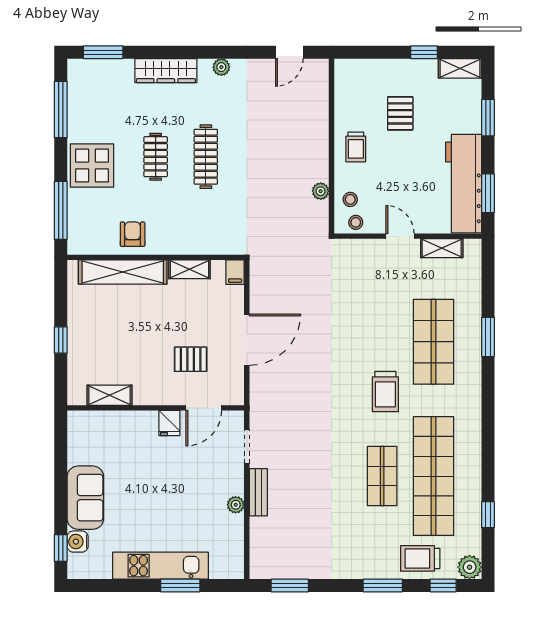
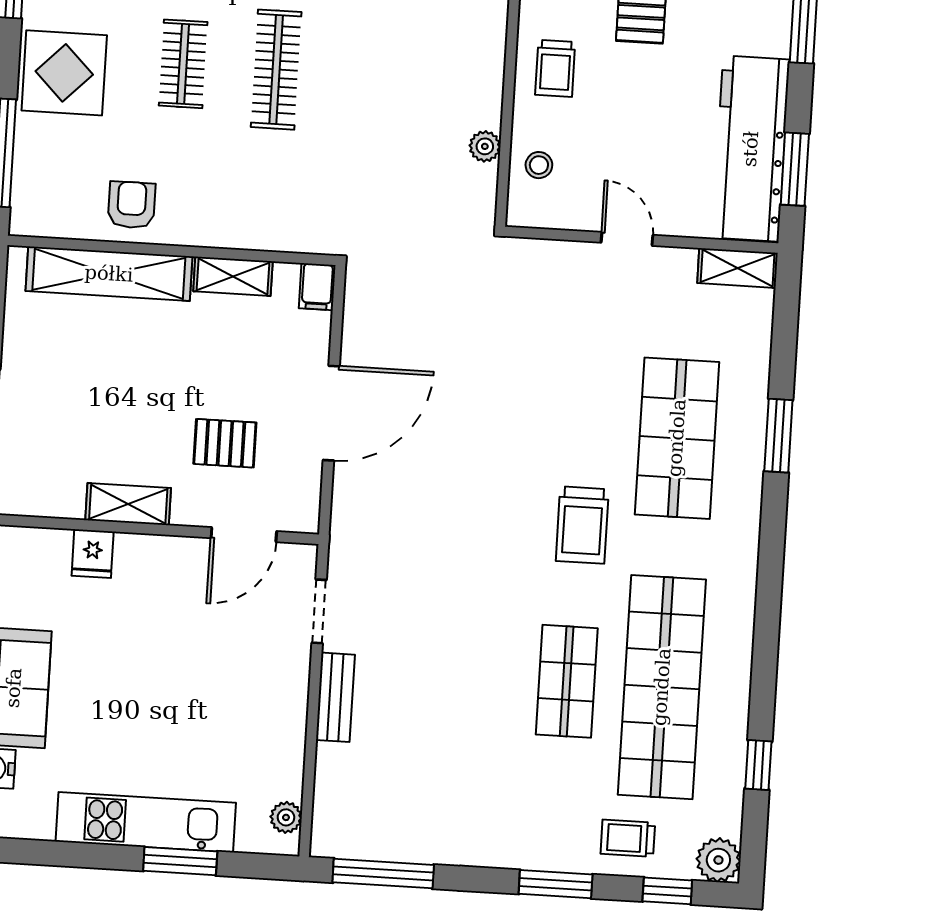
stool: (356, 222) -> (546, 208), removed
shelving: (442, 248) -> (738, 268), moved
shelving: (110, 395) -> (128, 504), moved
fridge: (169, 423) -> (93, 554), moved
plant: (236, 505) -> (286, 817), moved
trolley: (420, 558) -> (628, 838), width x0.73, depth x0.72
window: (290, 585) -> (383, 874), width x1.44

